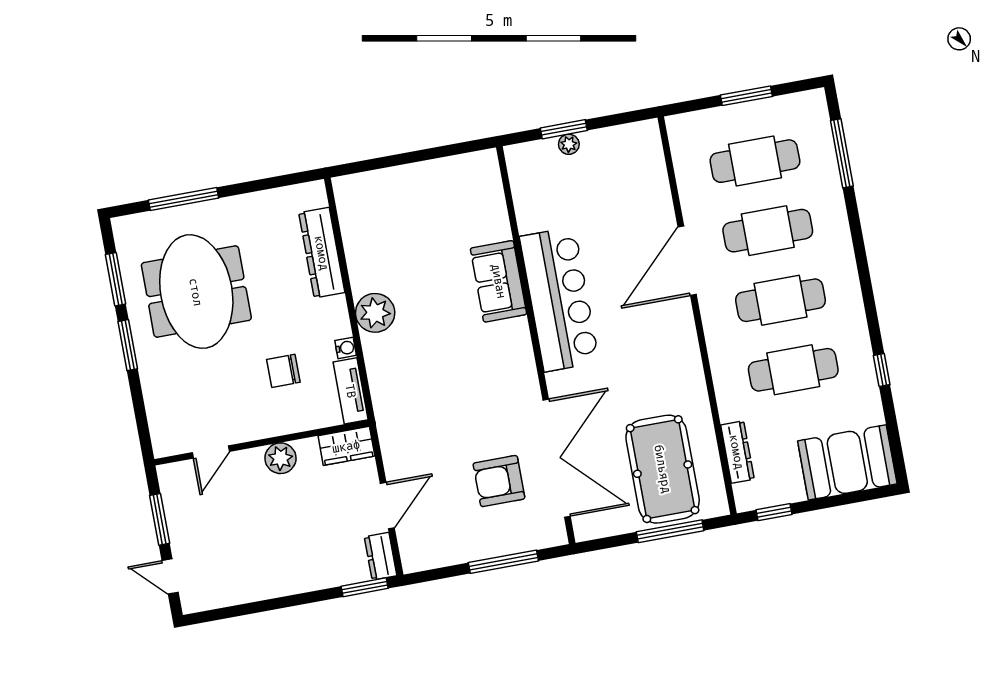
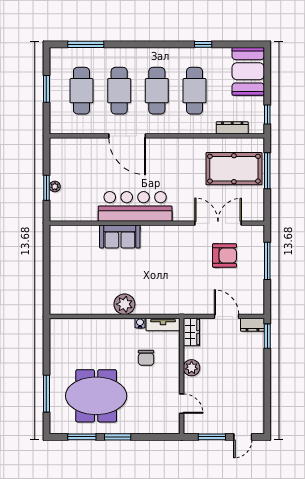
dresser: (322, 253) -> (88, 326), removed
double door: (557, 458) -> (218, 223), width x0.73
armchair: (499, 481) -> (224, 256), turned -90

